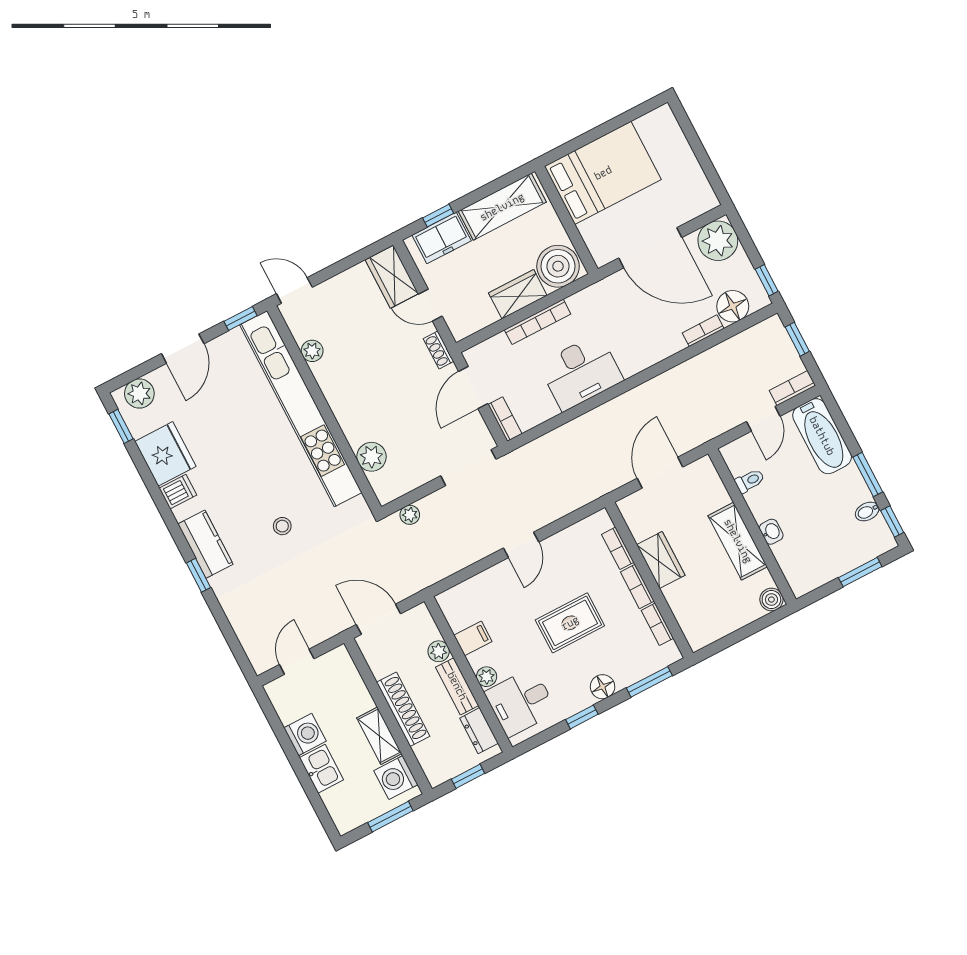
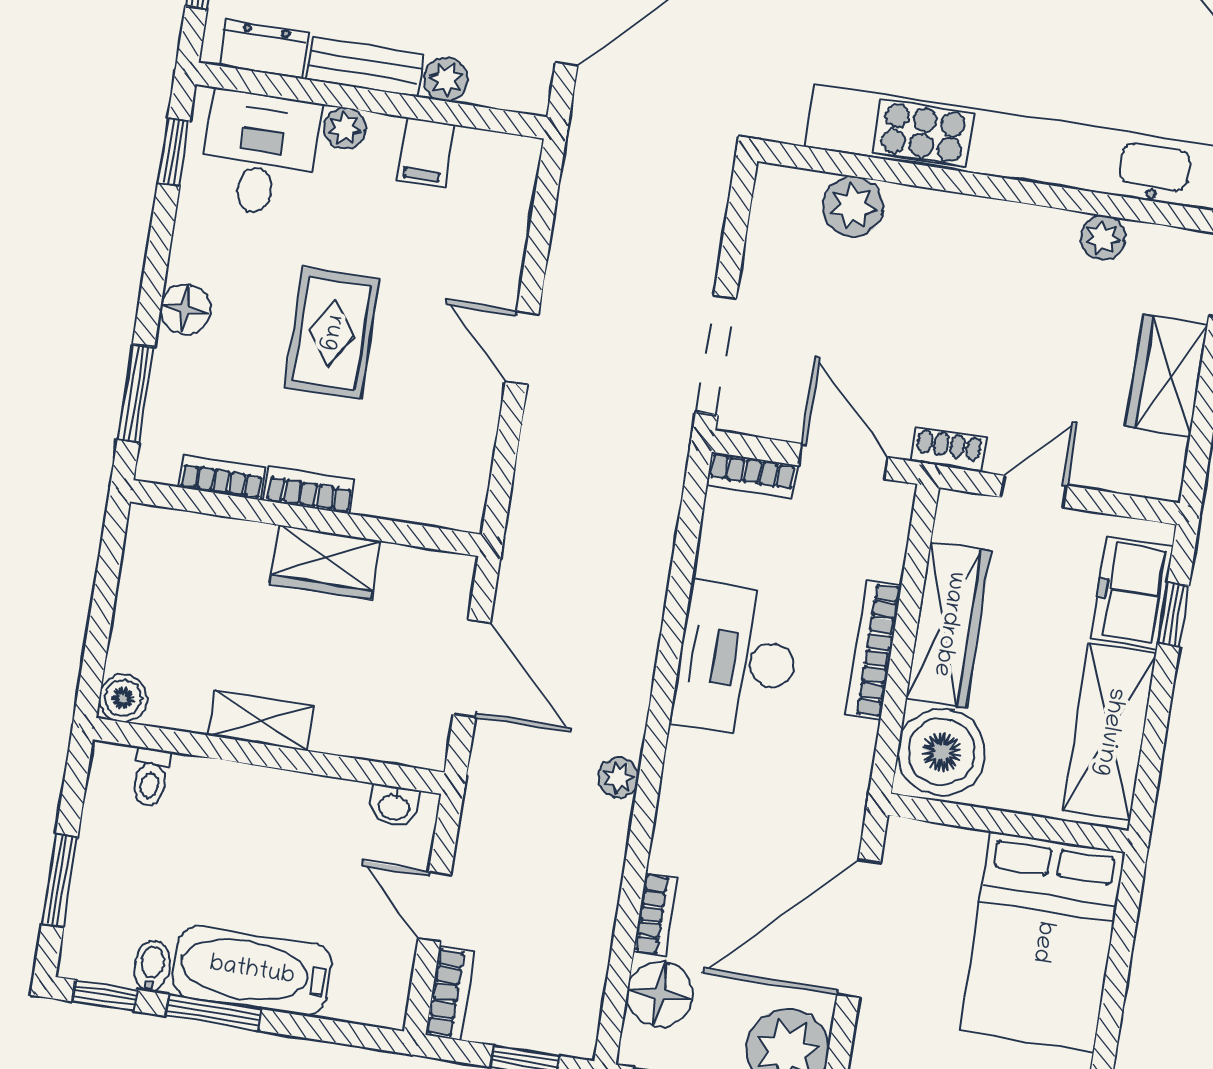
wardrobe: (392, 277) -> (1167, 375), moved, turned -90
wardrobe: (518, 294) -> (948, 624), width x1.50
bathtub: (822, 436) -> (252, 971), moved
toilet: (750, 481) -> (151, 777), moved
plant: (410, 515) -> (619, 778), moved
washbasin: (771, 532) -> (394, 806), moved
shelving: (738, 541) -> (261, 721), width x0.67, depth x0.75
bookcase: (618, 548) -> (397, 505), removed
window: (582, 717) -> (174, 152), moved

